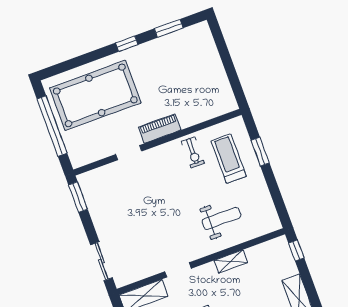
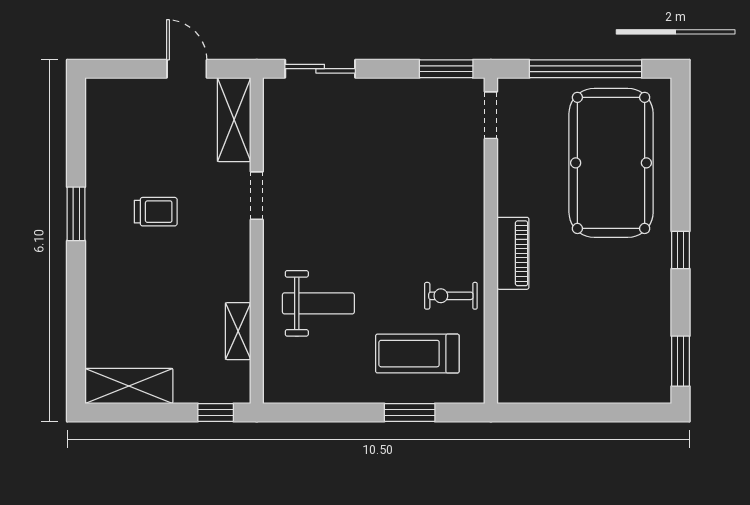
window: (169, 28) -> (680, 361), moved
doorway: (129, 153) -> (491, 115), moved
treadmill: (229, 159) -> (417, 354), turned 180
weight bench: (222, 218) -> (318, 303), turned -90
shelving: (231, 261) -> (238, 331), moved

